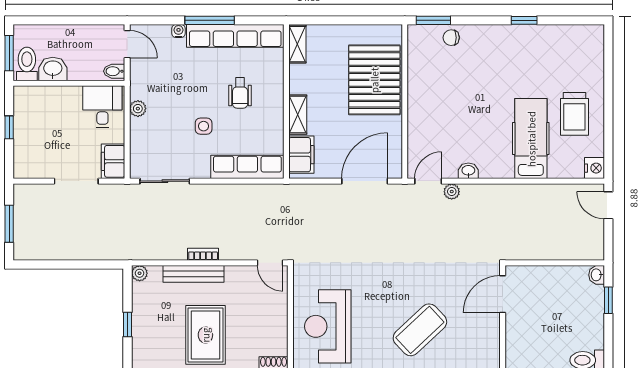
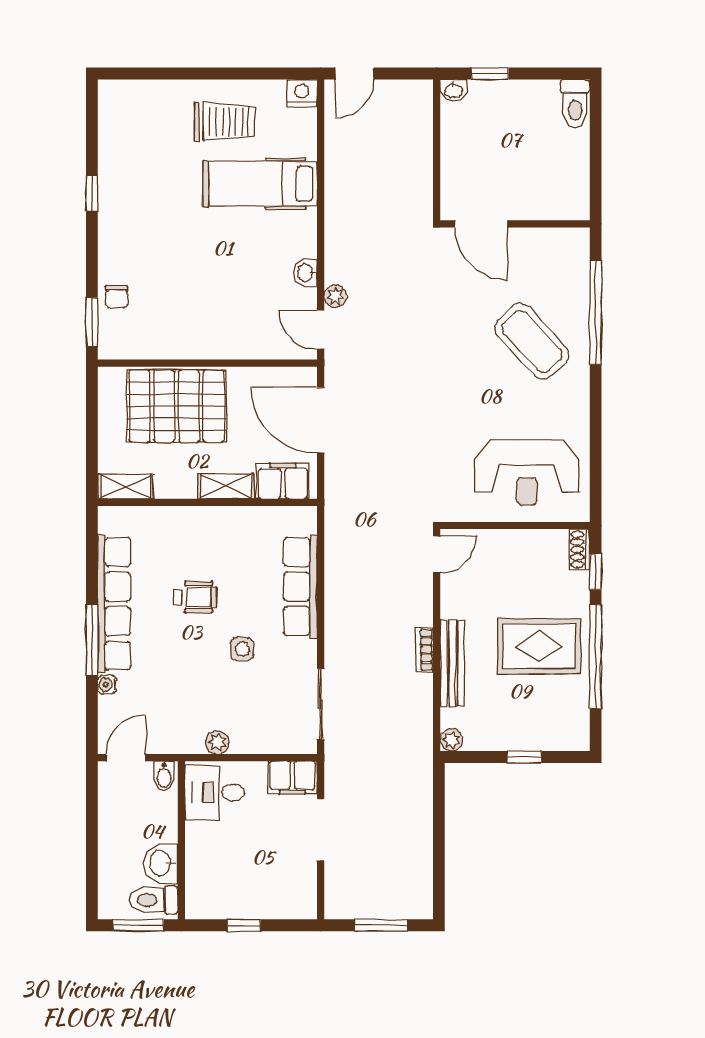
shelving: (297, 44) -> (126, 487), moved
wall: (286, 102) -> (207, 502), moved
shelving: (298, 115) -> (226, 486), moved
filing cabinet: (301, 155) -> (283, 481), moved

